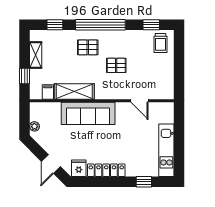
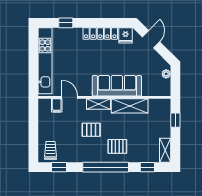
shelving: (36, 55) -> (165, 150), moved
filing cabinet: (48, 92) -> (57, 105), moved
shelving: (108, 94) -> (99, 104), added
kitchen unit: (166, 150) -> (45, 61), width x1.36

